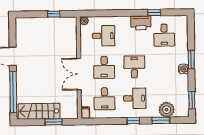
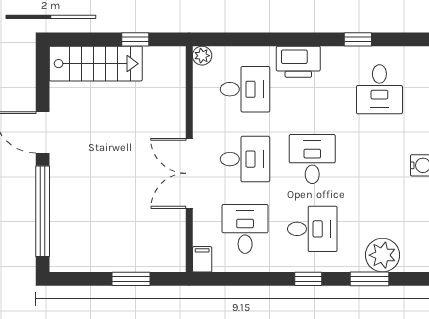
printer: (141, 23) -> (298, 62), moved
desk: (104, 67) -> (245, 159), turned -90
desk: (105, 99) -> (245, 229), turned 180
stairs: (39, 111) -> (96, 64), moved, turned 180

